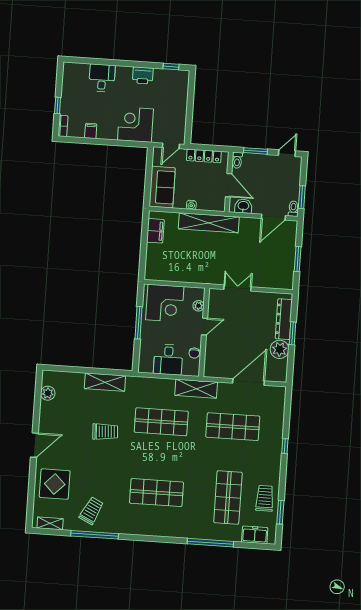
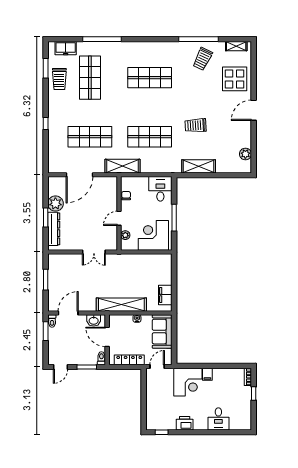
filing cabinet: (91, 131) -> (207, 374), moved
desk: (168, 360) -> (160, 189), moved

